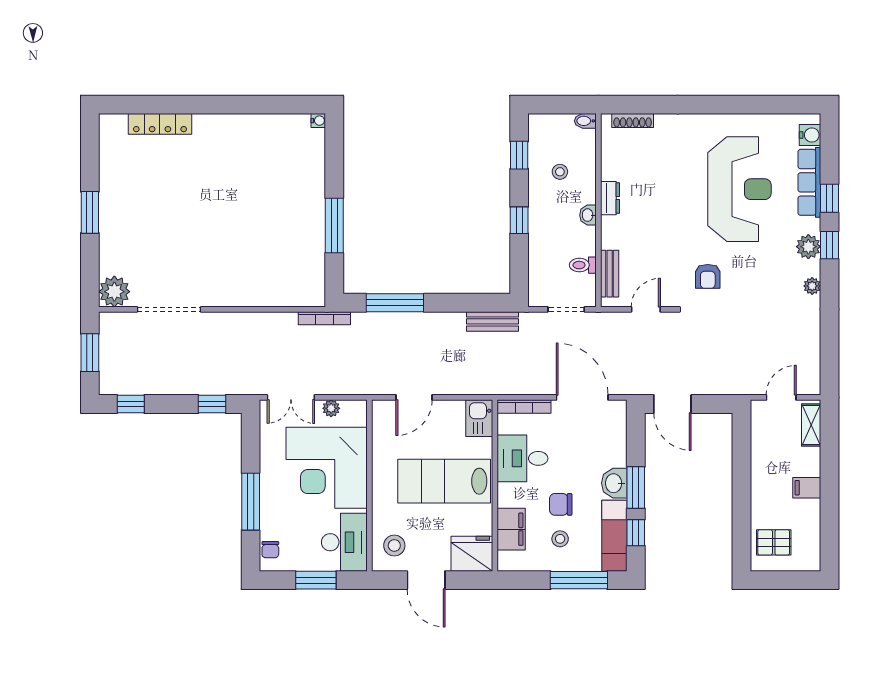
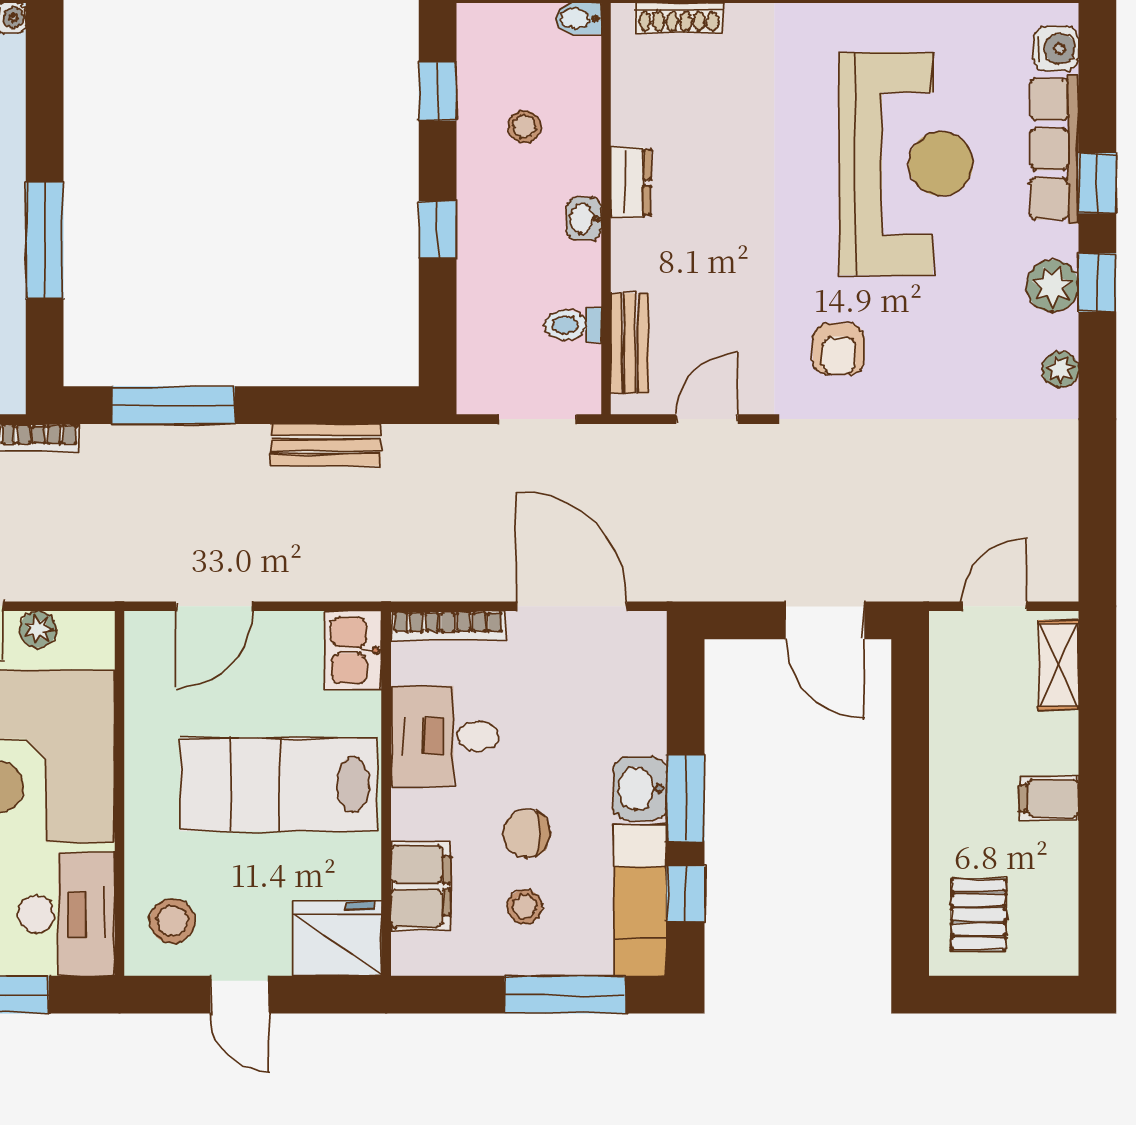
bench: (492, 321) -> (326, 445), moved
door: (672, 404) -> (825, 620), moved
pallet: (774, 542) -> (979, 914), turned 90
door: (426, 580) -> (240, 995), width x0.73

